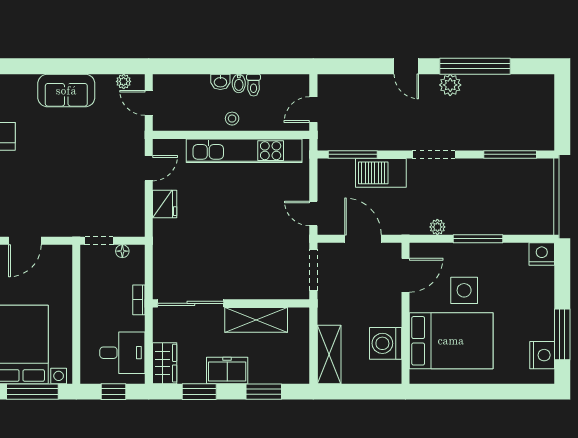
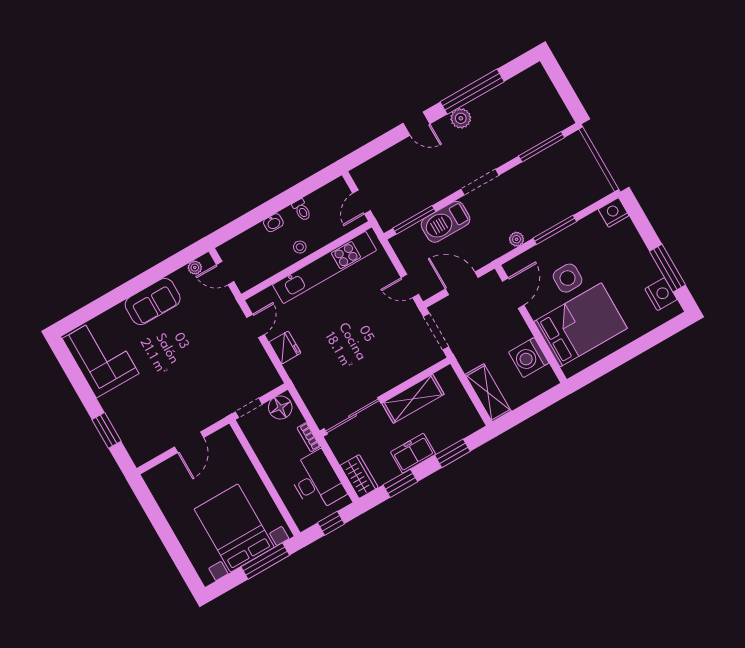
bidet: (239, 83) -> (289, 215), removed
floor lamp: (122, 251) -> (280, 407), width x1.89, depth x1.89
desk: (122, 353) -> (316, 481), width x1.37

